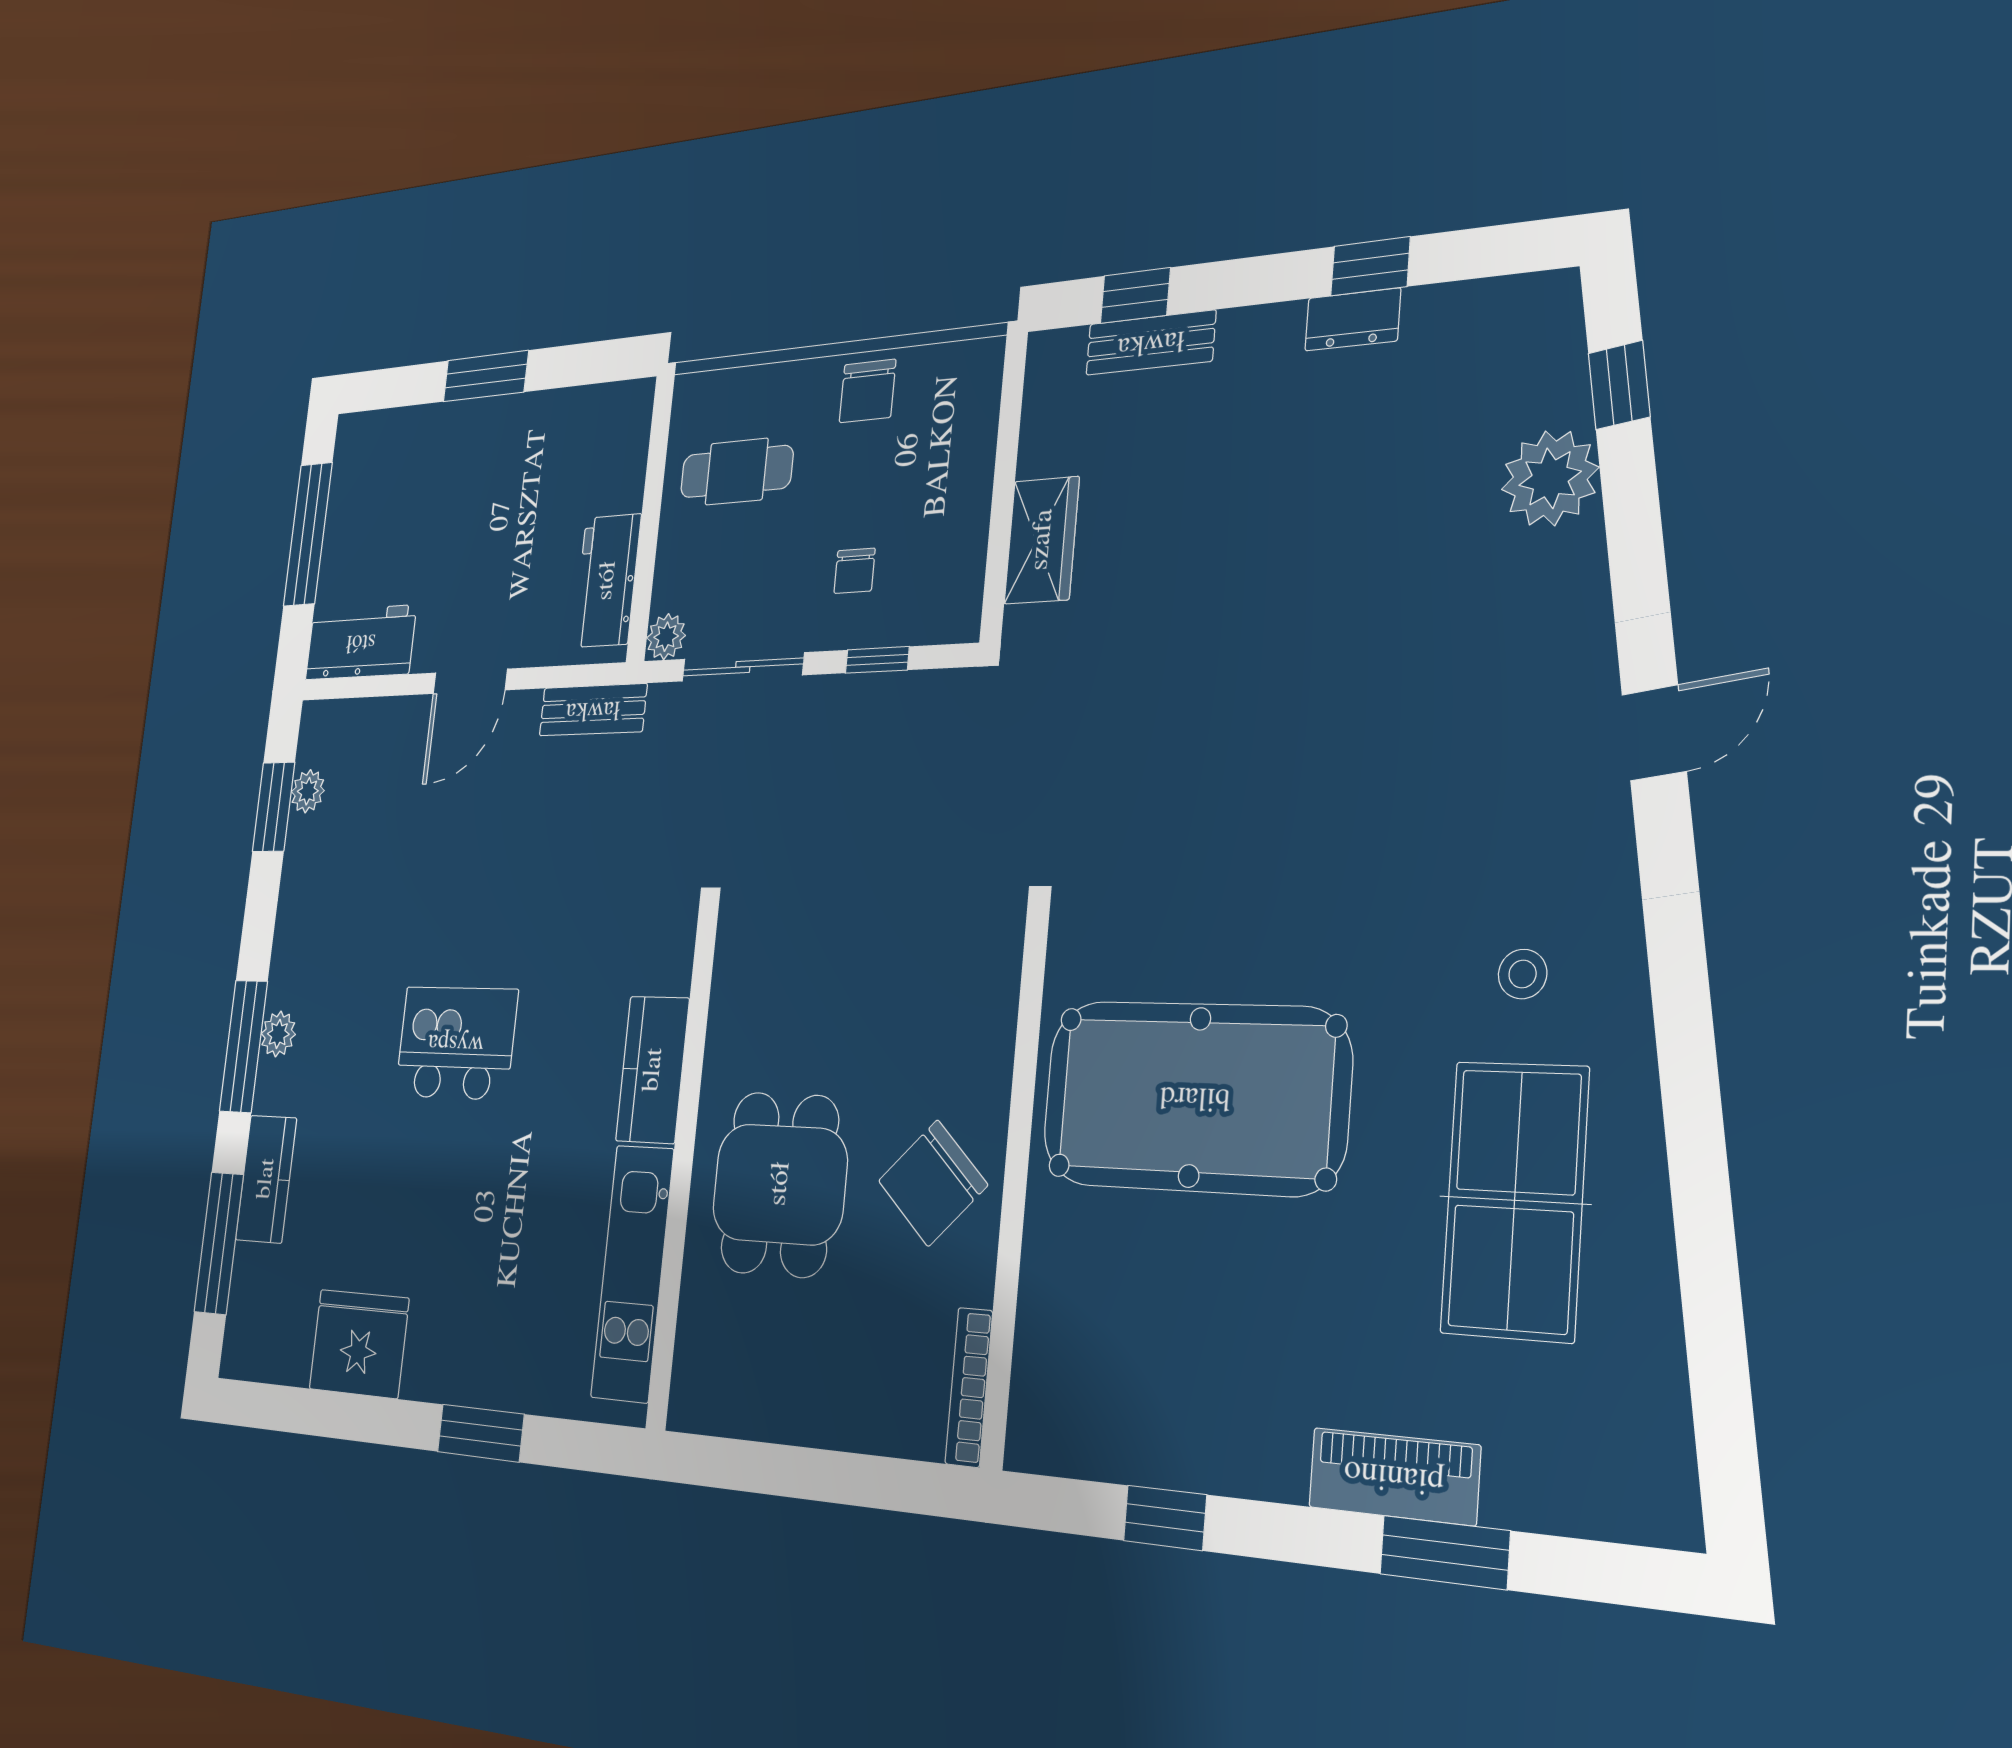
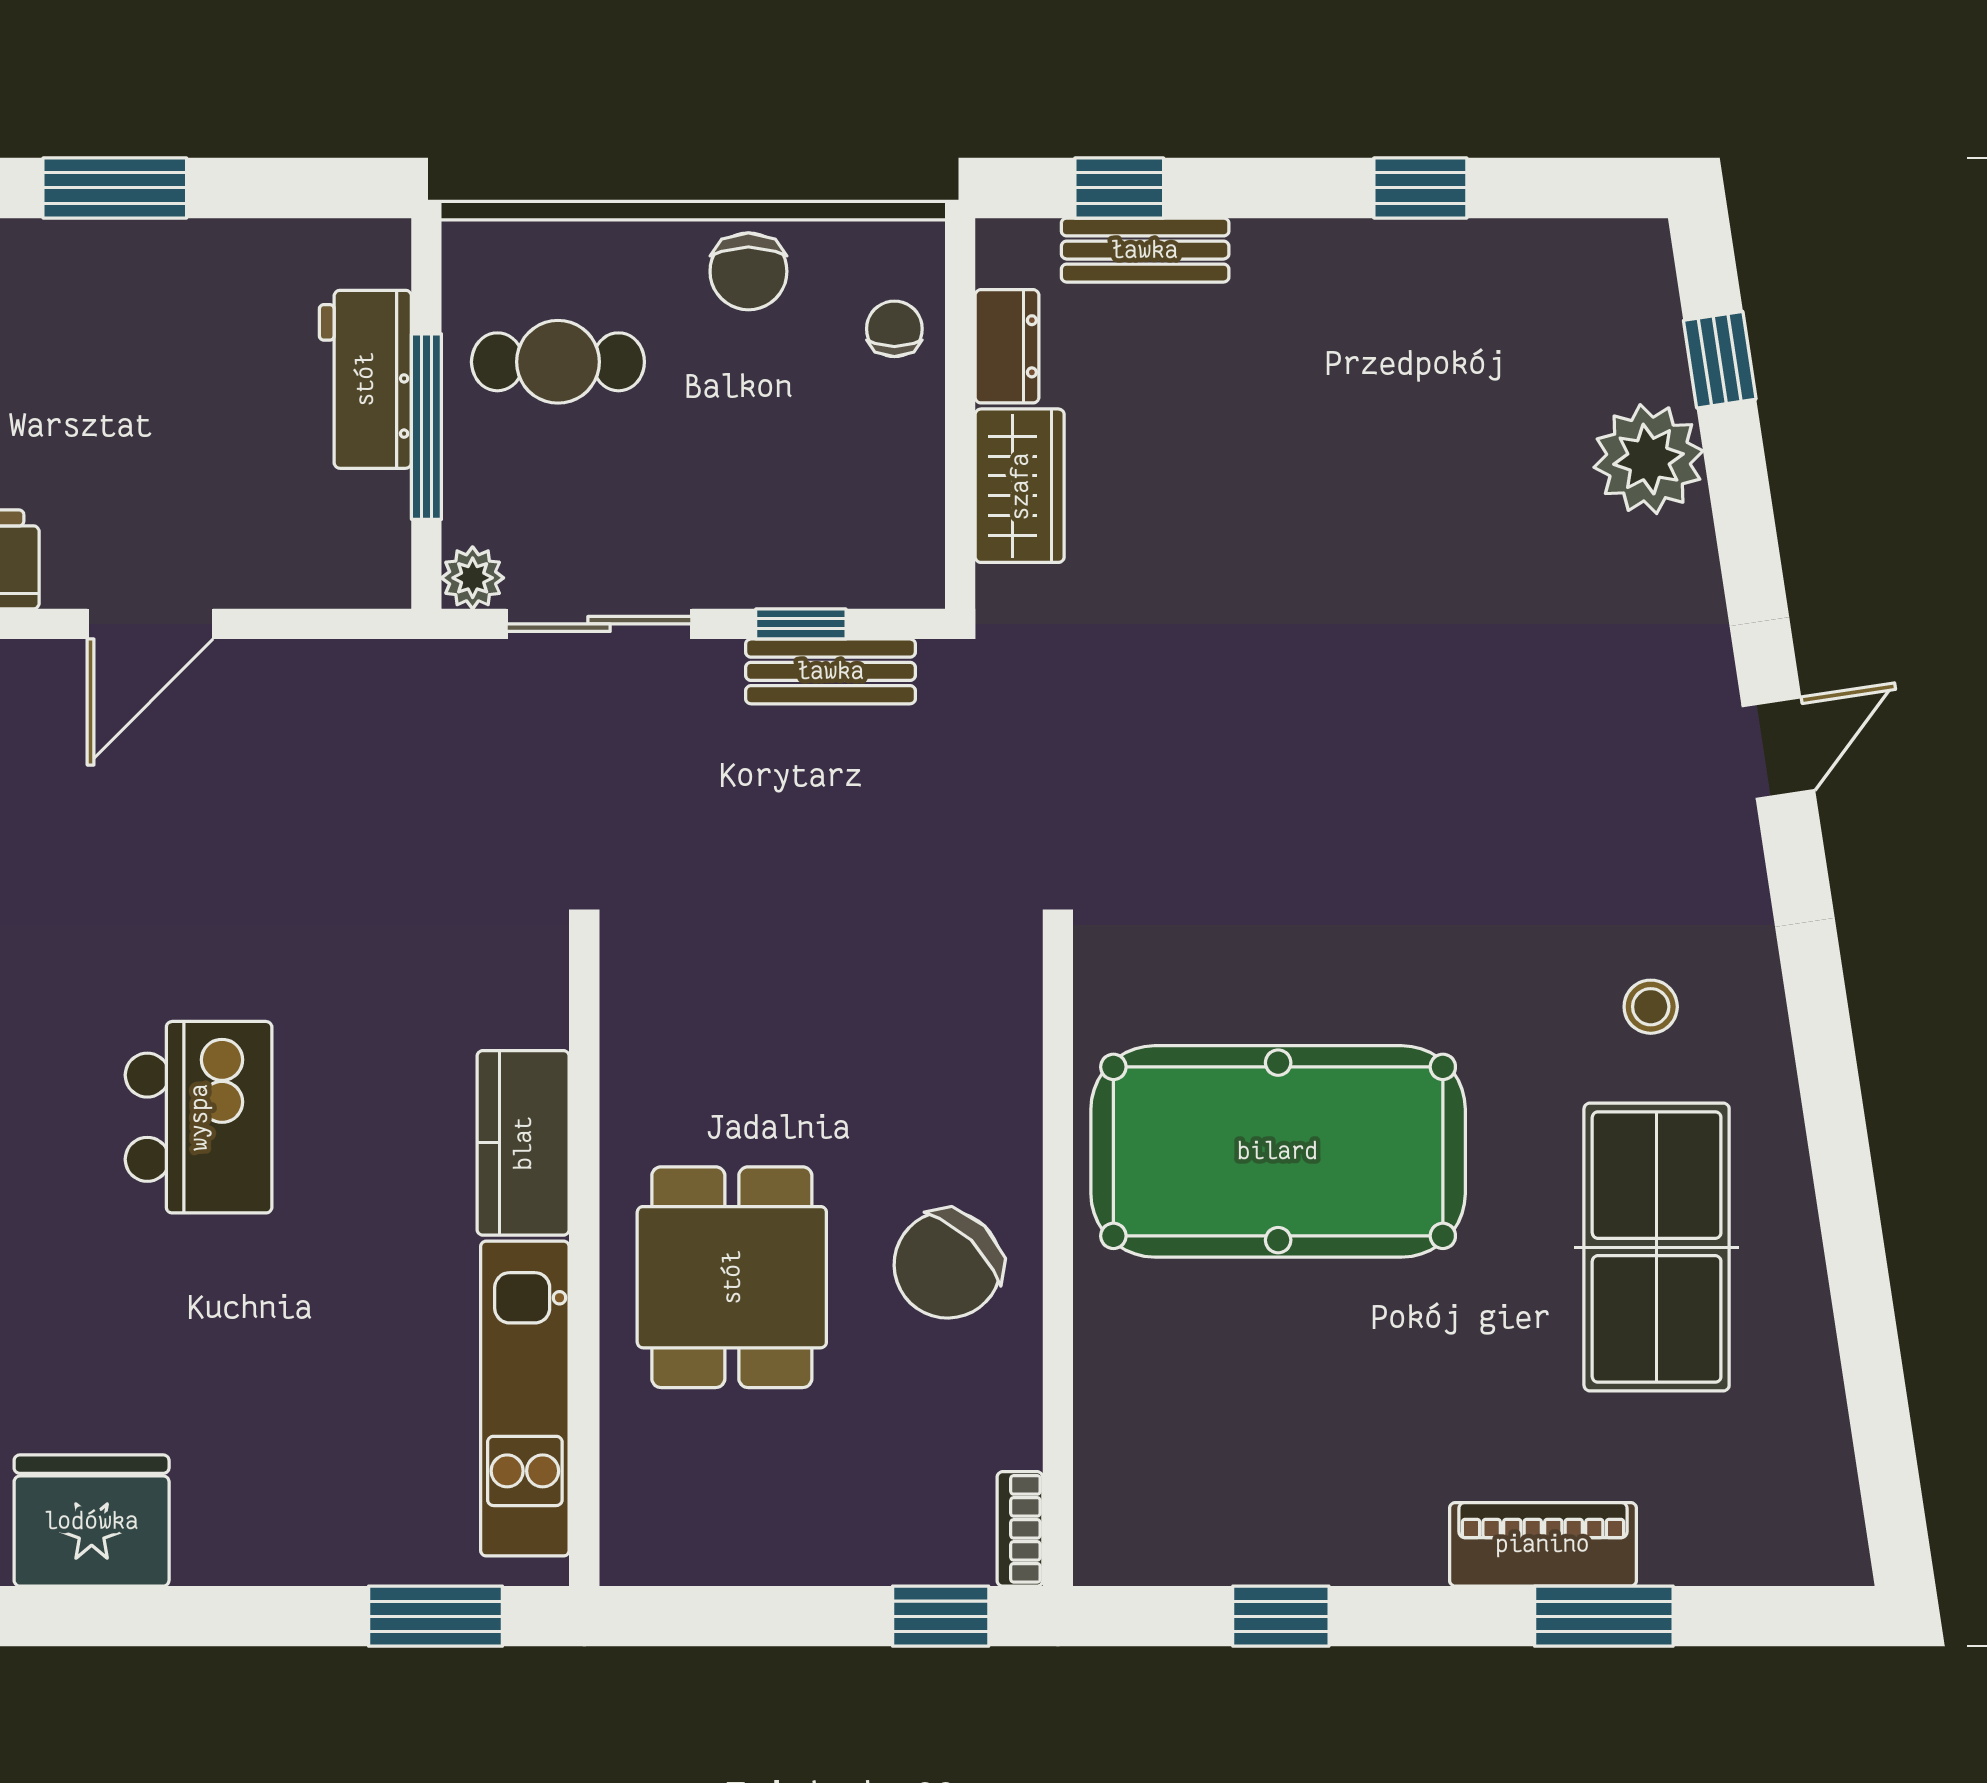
dresser: (1353, 319) -> (1007, 346), moved, turned -90
window: (649, 527) -> (426, 427), added
chair: (855, 571) -> (894, 329), moved, turned 180
workbench: (607, 581) -> (365, 379), moved
bench: (593, 710) -> (831, 671), moved
kitchen island: (456, 1043) -> (199, 1117), turned 90
bookcase: (969, 1387) -> (1020, 1529), width x0.64
window: (481, 1433) -> (436, 1616), moved
window: (901, 1485) -> (941, 1616), added

